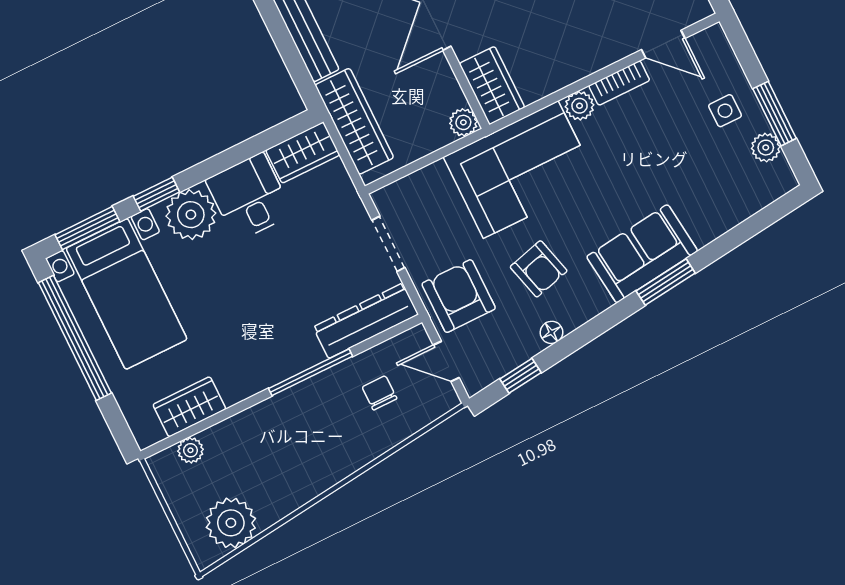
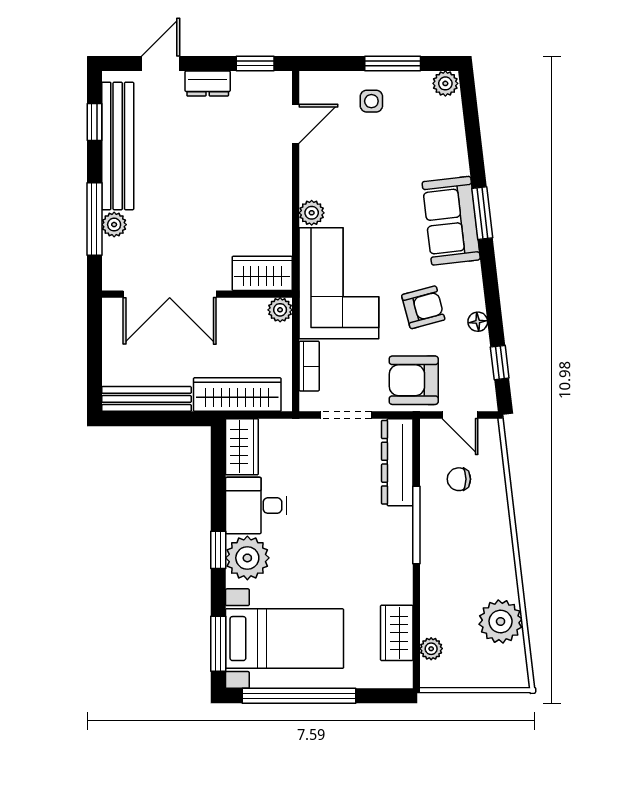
bookcase: (619, 83) -> (309, 366), moved
plant: (766, 148) -> (445, 83), moved
window: (156, 194) -> (218, 550), moved
door: (446, 361) -> (460, 415), hinge flipped
plant: (231, 523) -> (501, 621), moved

